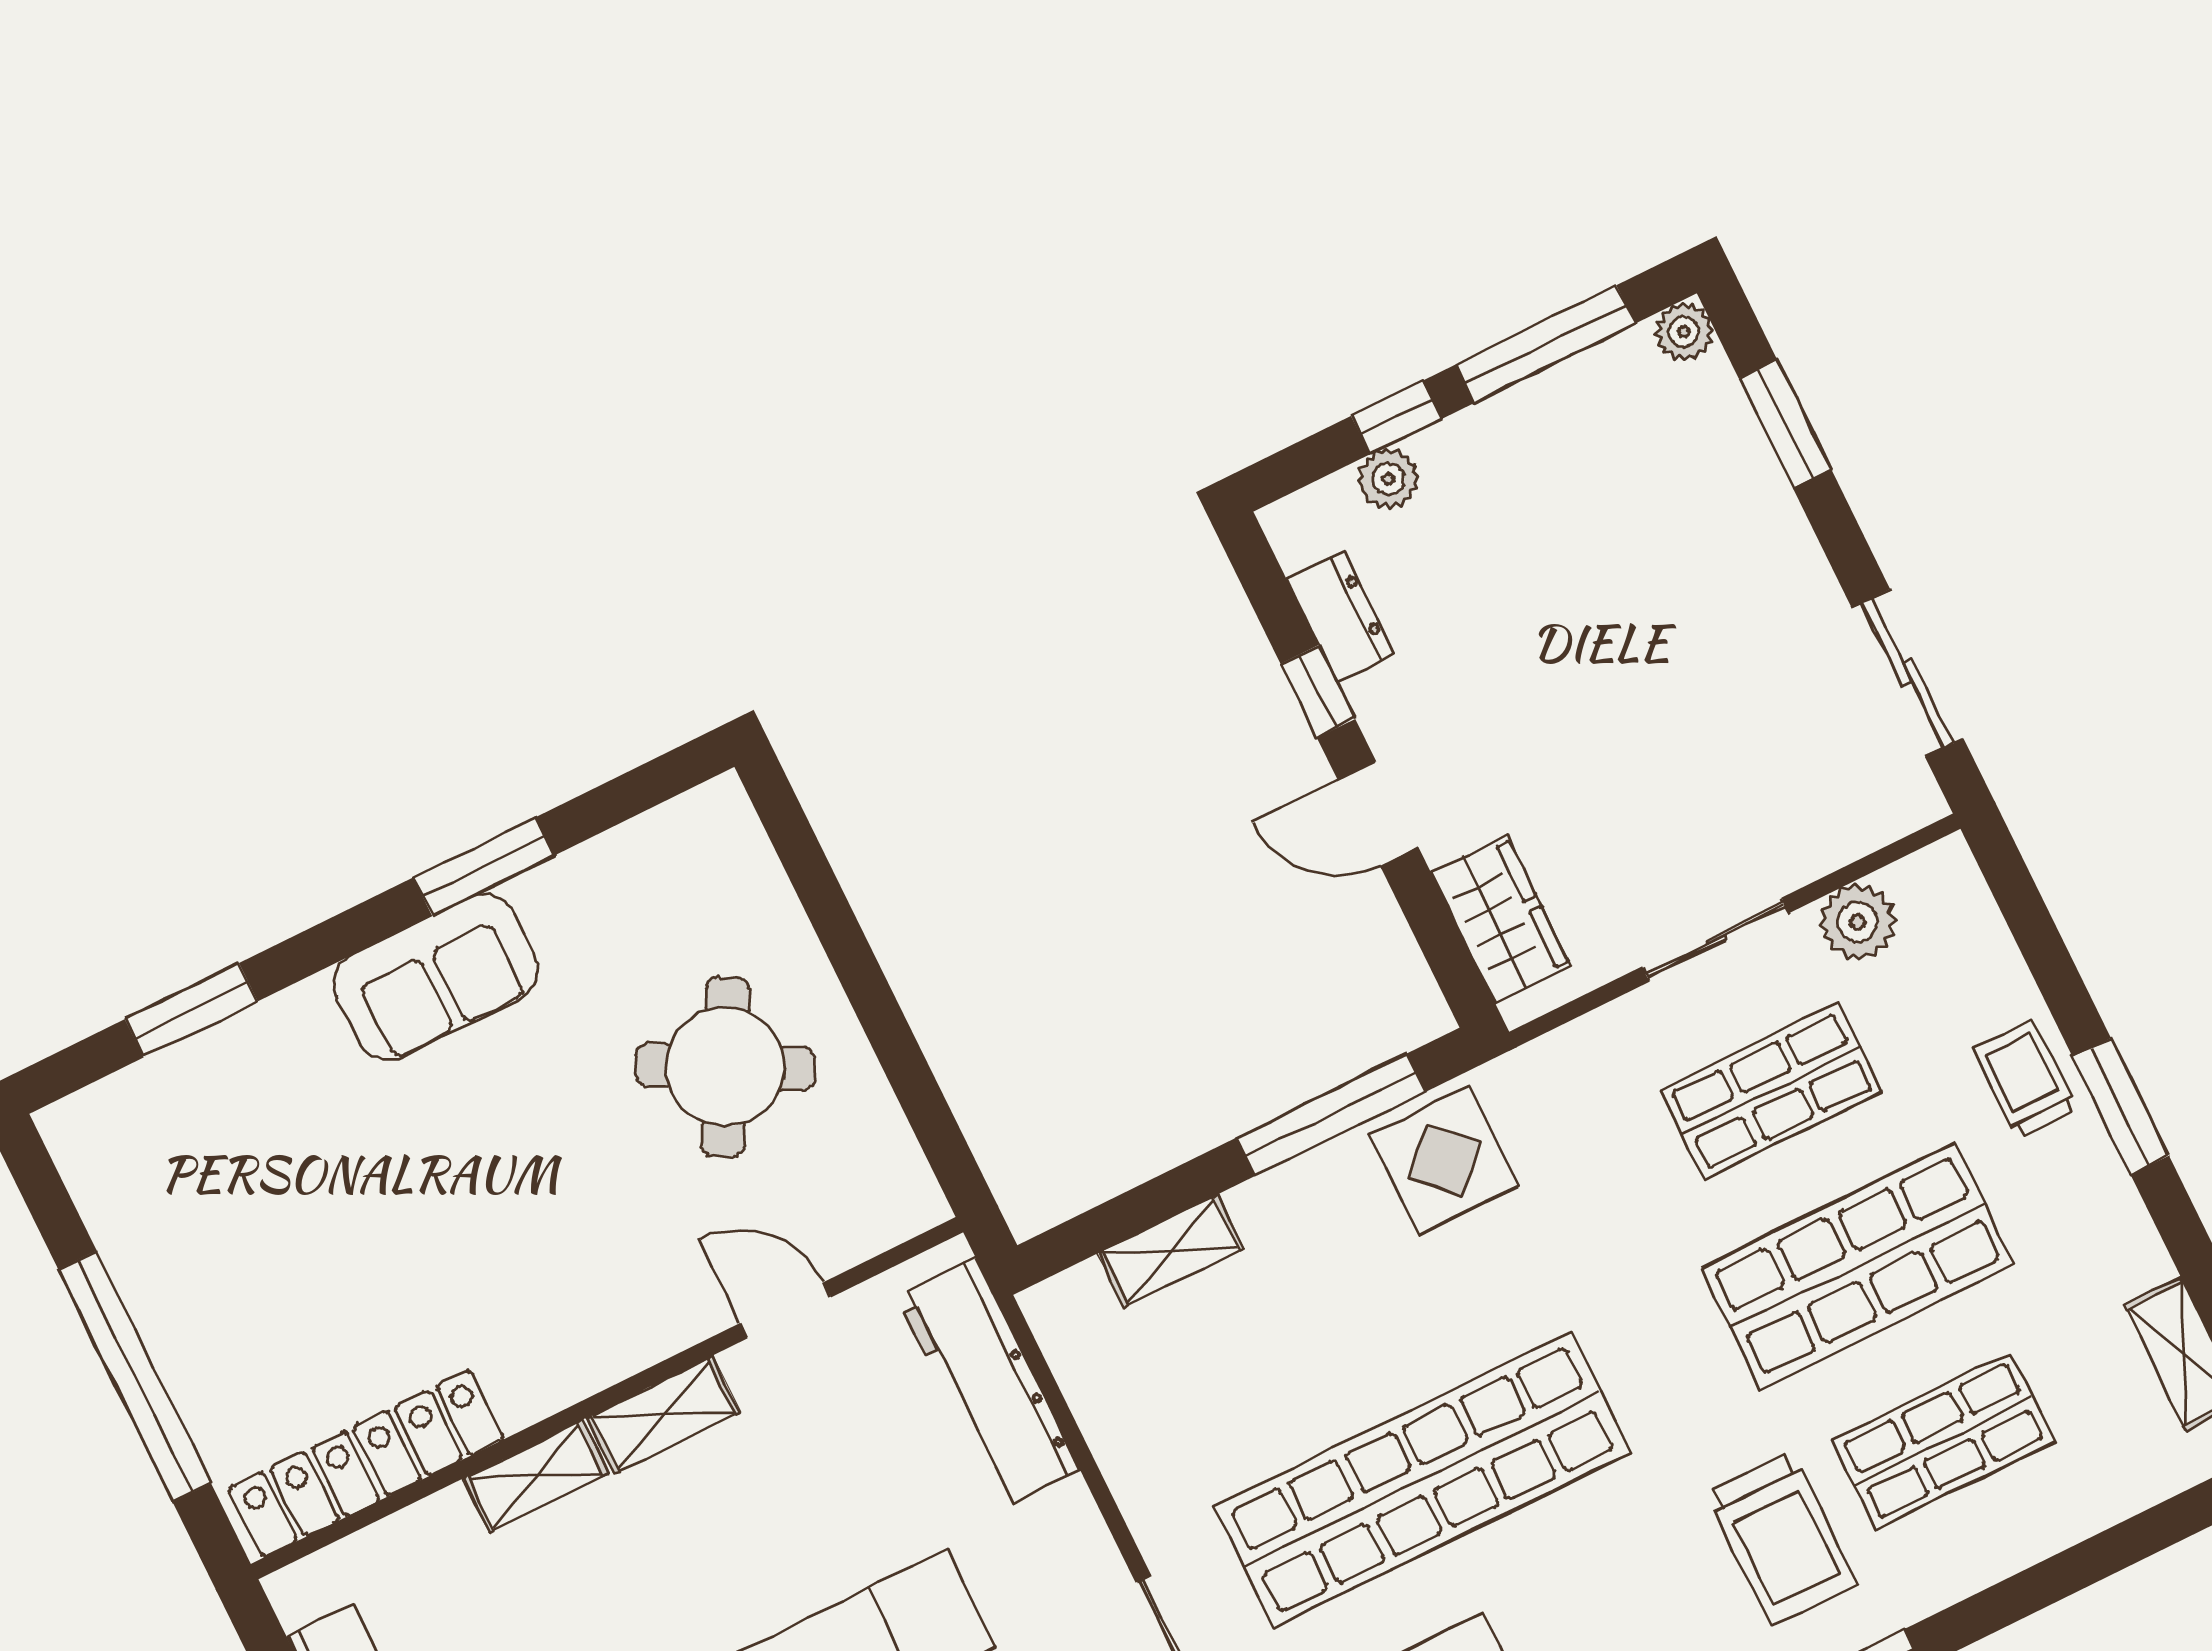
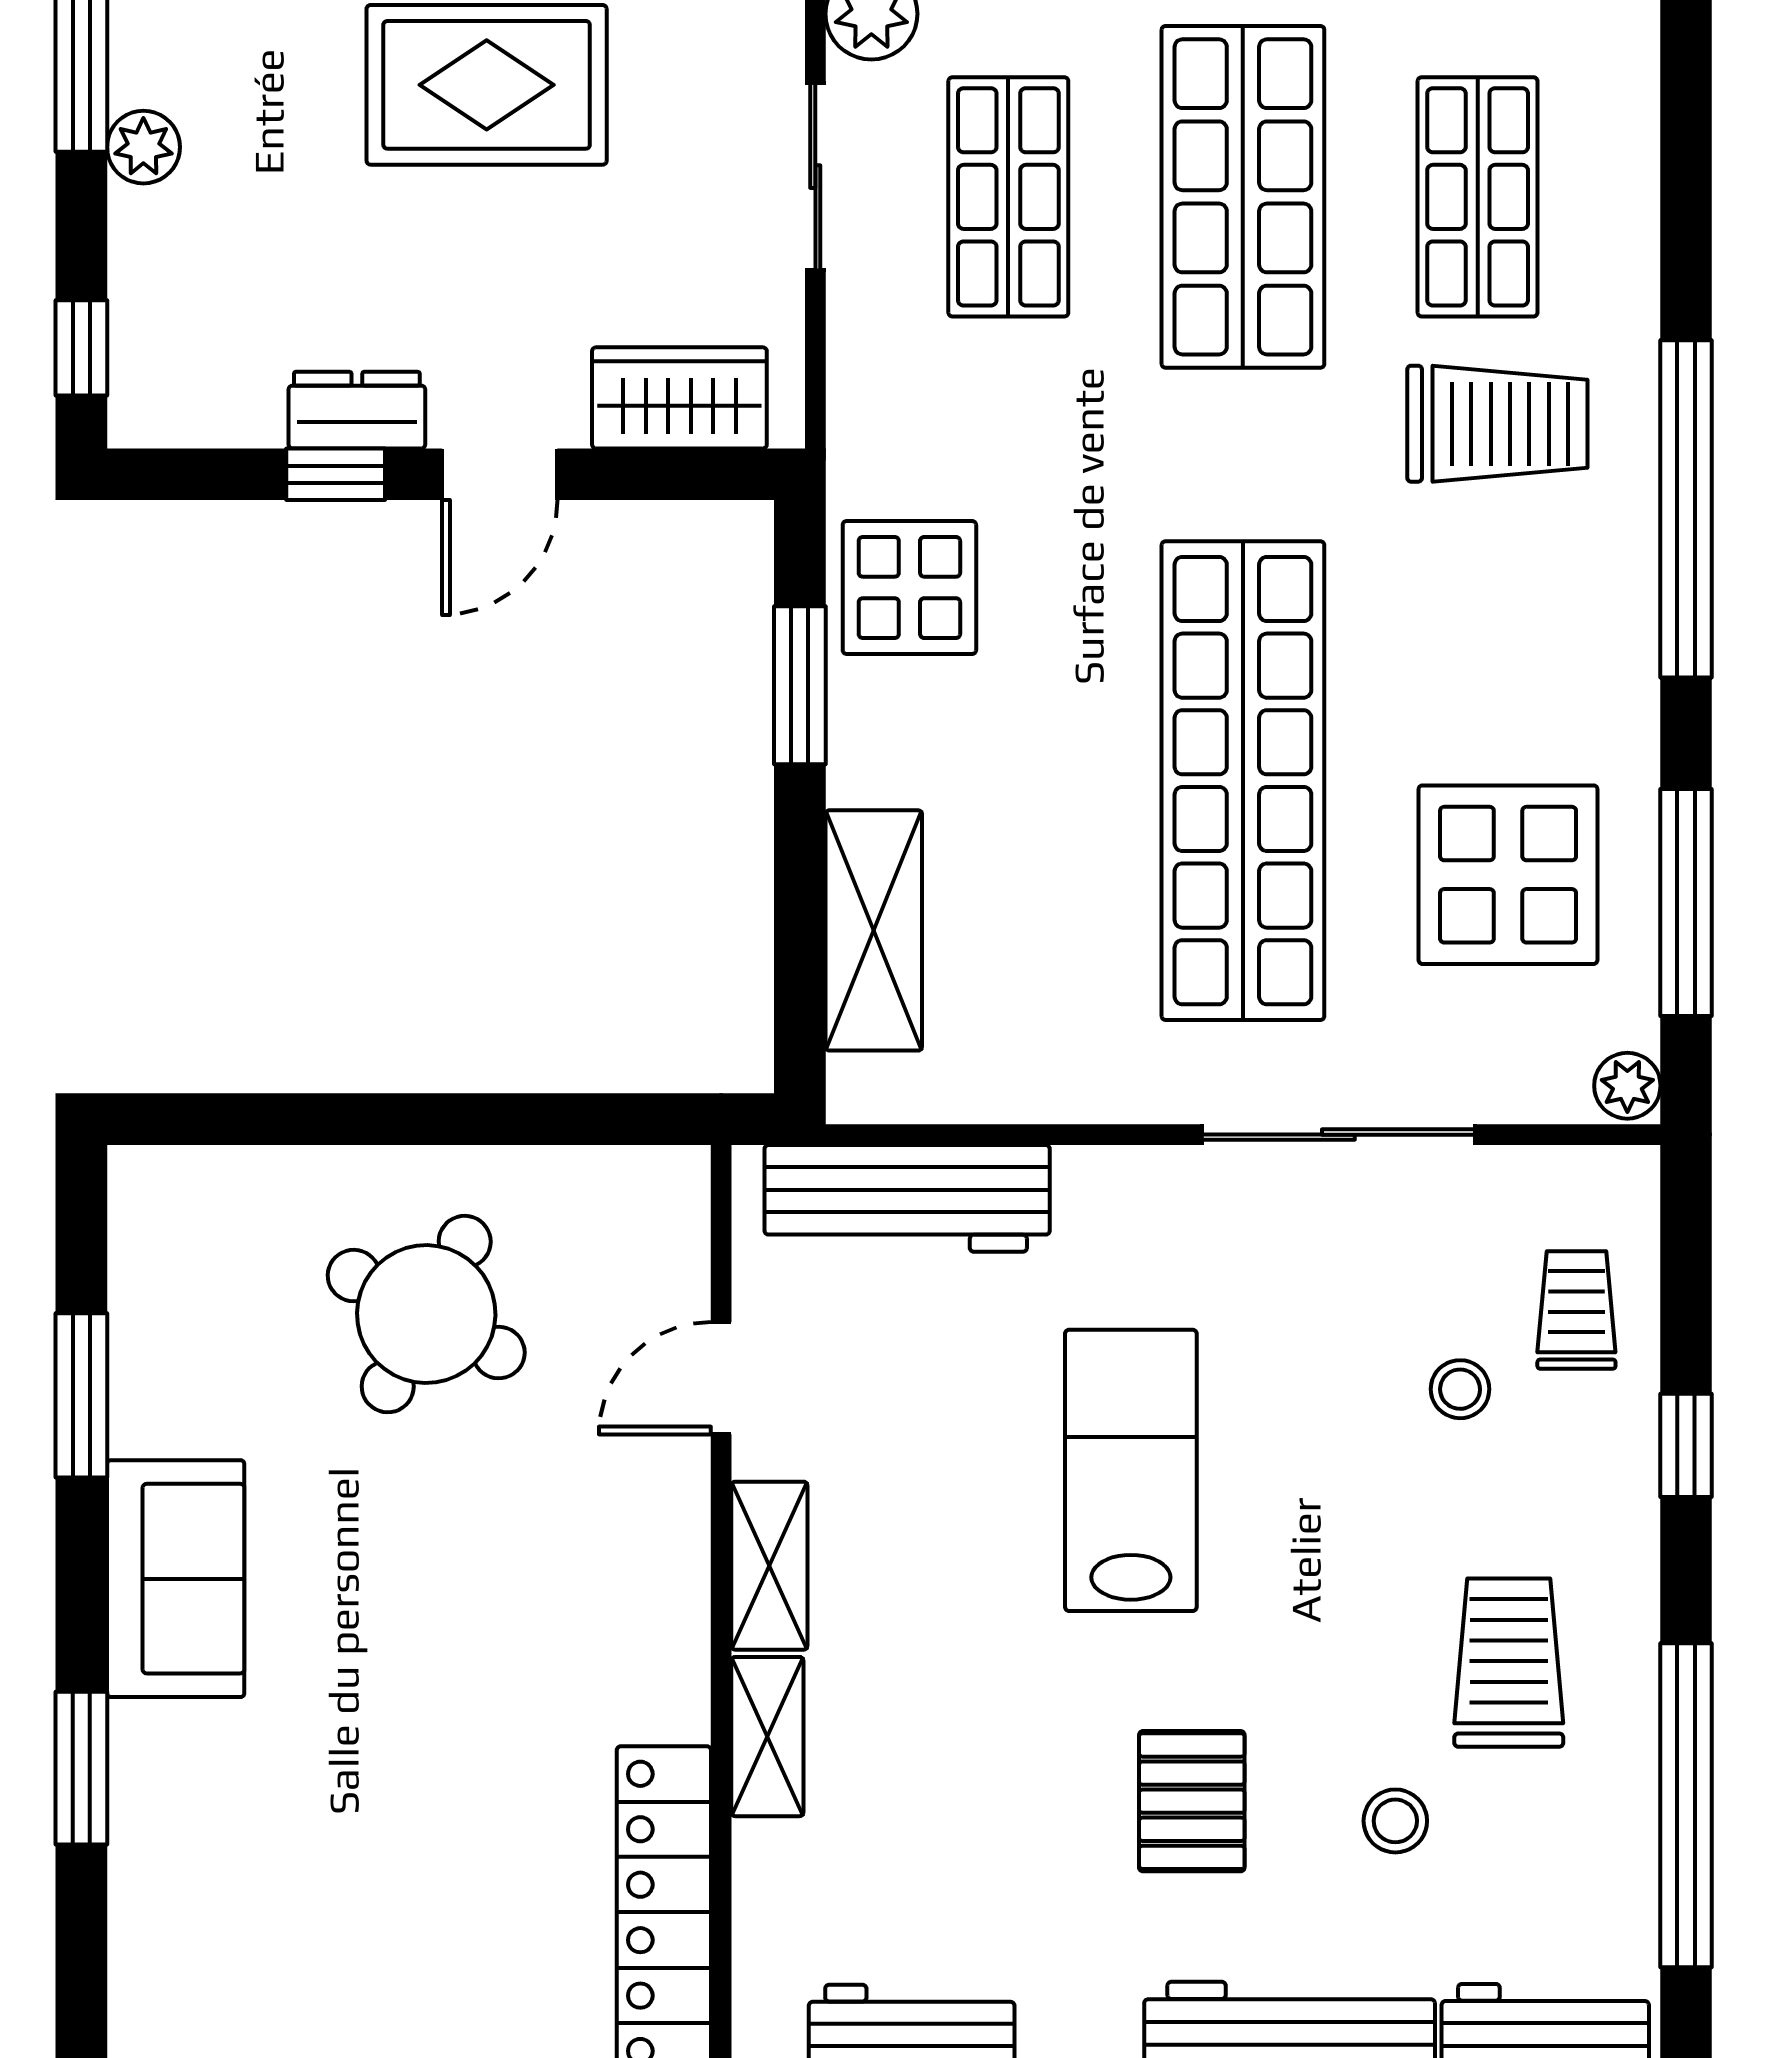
window: (1396, 417) -> (81, 348), moved
plant: (1388, 479) -> (143, 147), moved
dresser: (1340, 617) -> (357, 410), moved
rug: (1664, 661) -> (487, 85), added
window: (484, 866) -> (81, 1395), moved
window: (191, 1010) -> (81, 1768), moved
window: (1331, 1115) -> (800, 685), width x0.69
shelving: (1171, 1251) -> (874, 930), width x1.50, depth x1.33

